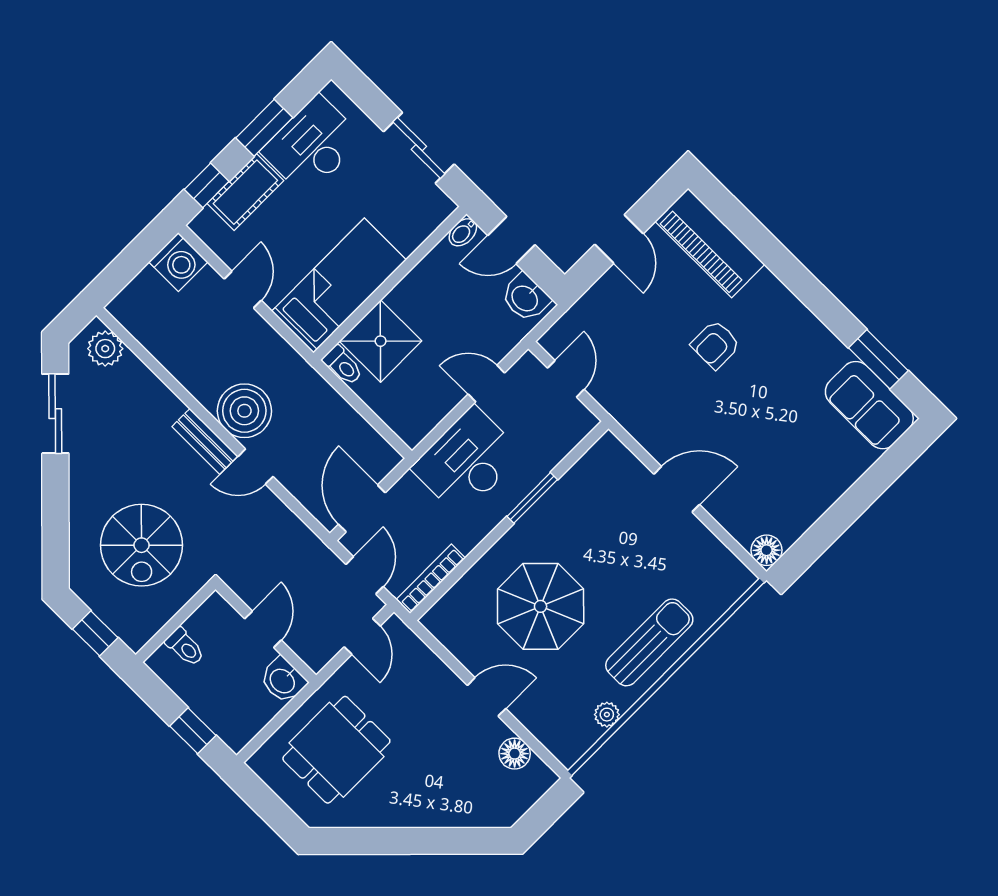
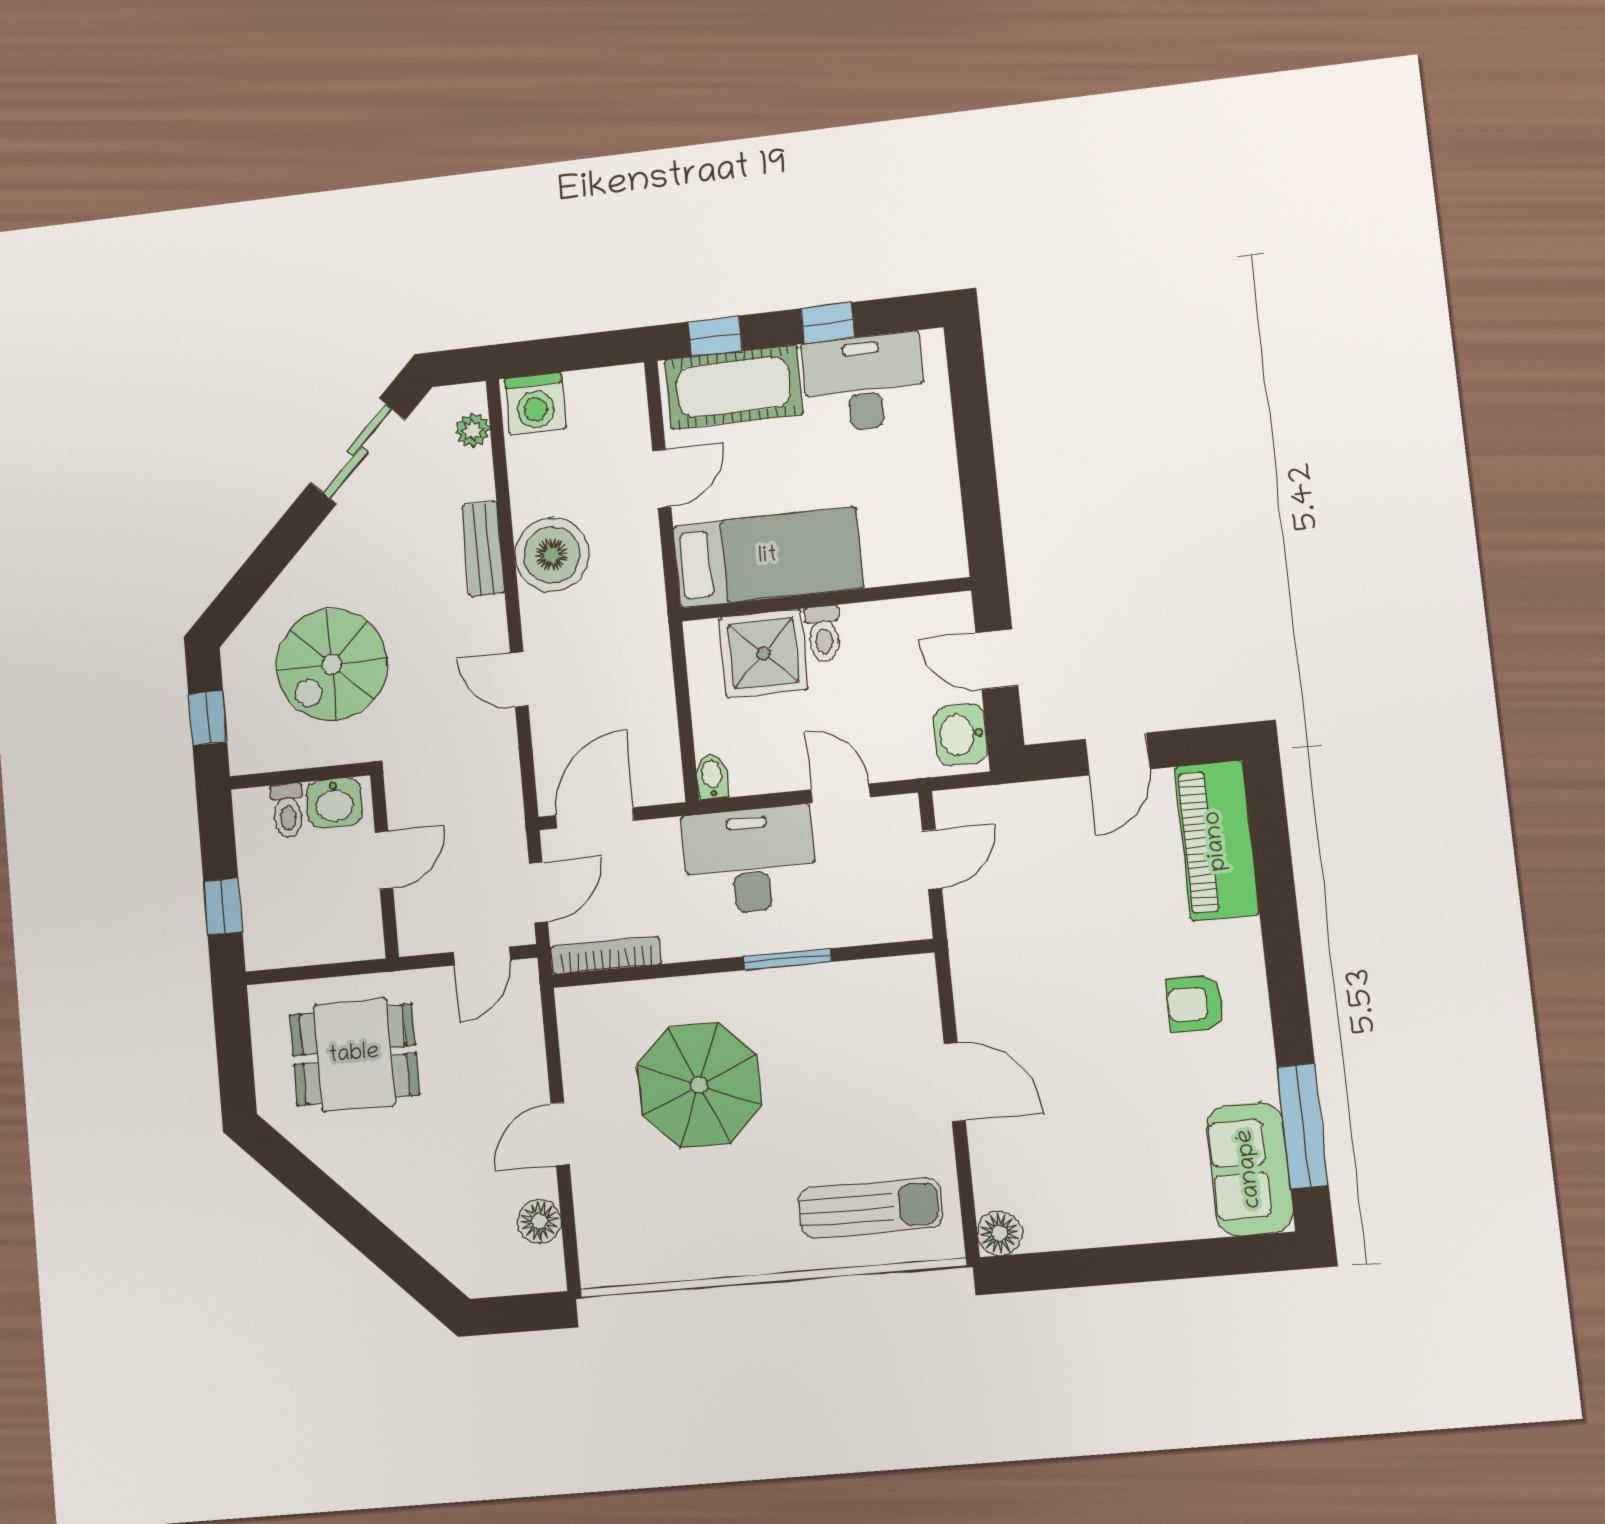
window: (264, 128) -> (828, 323), width x0.67
sliding door: (419, 148) -> (978, 478), removed
cot: (245, 192) -> (734, 387), width x1.37, depth x1.34
bidet: (463, 232) -> (712, 777), moved, turned 90
washing machine: (178, 262) -> (535, 404), moved
armchair: (716, 345) -> (1195, 1004), moved
plant: (105, 349) -> (473, 430), width x0.73, depth x0.73
window: (878, 359) -> (1303, 1126), width x1.44
toilet: (343, 365) -> (823, 634), moved
boiler: (244, 411) -> (552, 555), moved
bench: (205, 441) -> (483, 549), moved
sun lounger: (649, 642) -> (870, 1208), moved
washbasin: (283, 680) -> (334, 803), moved, turned -90
door: (487, 697) -> (560, 1134), swing flipped
plant: (607, 715) -> (674, 1264), removed

